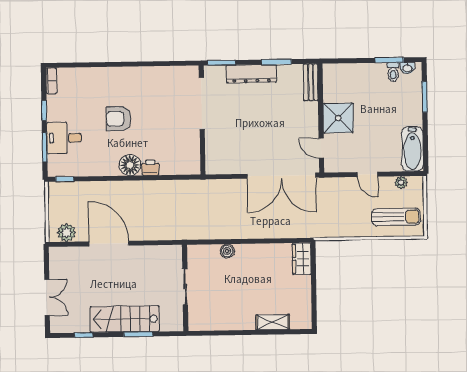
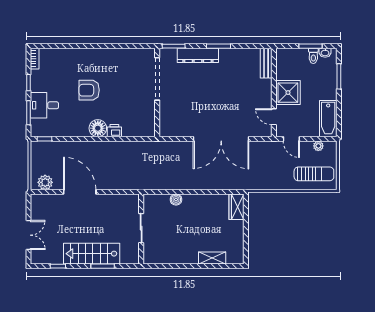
bench: (311, 82) -> (266, 63), moved
wall: (321, 118) -> (274, 92), moved
shower: (338, 118) -> (288, 93), moved
door: (321, 148) -> (274, 117), moved

